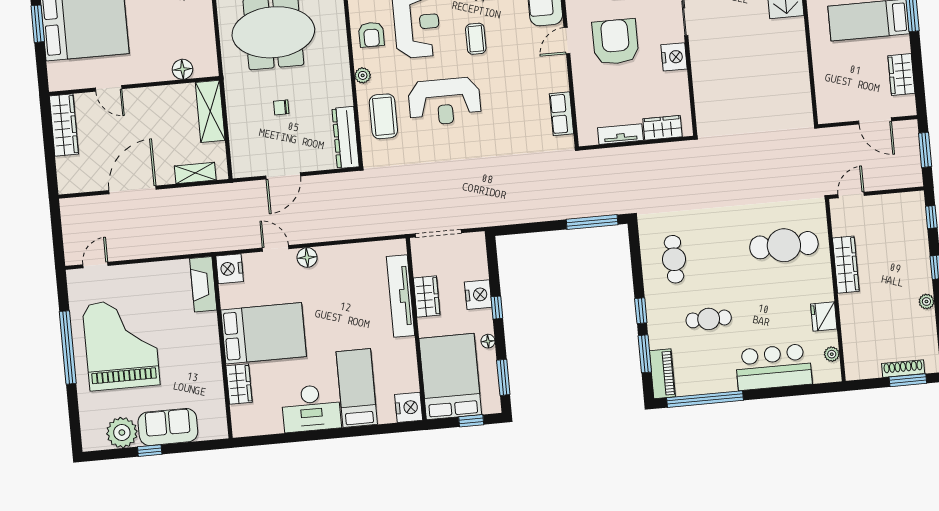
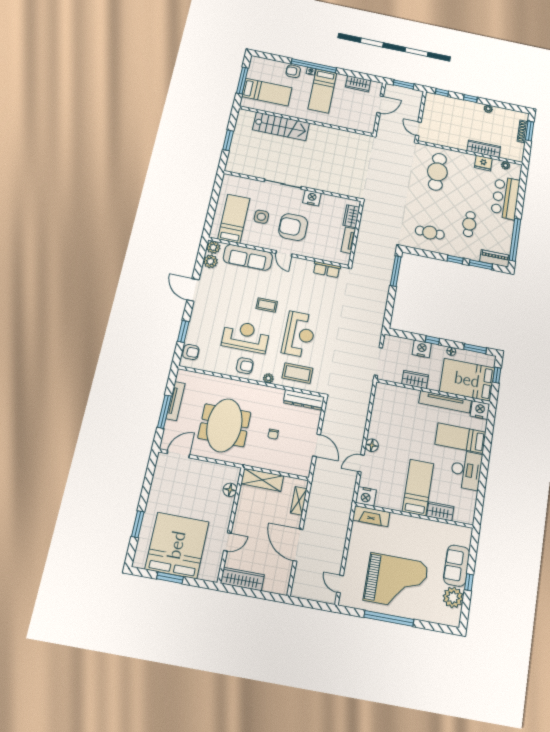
wardrobe: (846, 265) -> (484, 149), moved
tv unit: (401, 296) -> (445, 402), moved
bed: (264, 333) -> (418, 487), width x0.67
grand piano: (121, 344) -> (396, 582), turned 180

